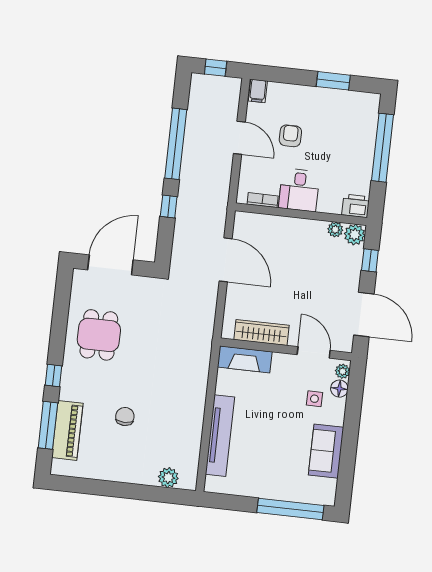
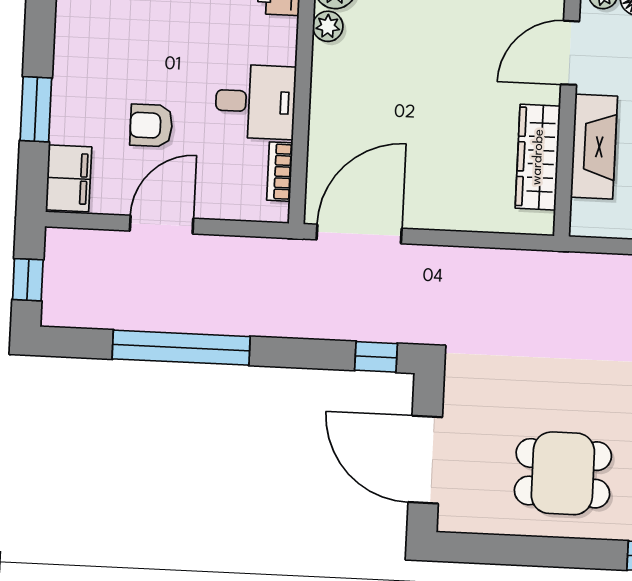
window: (333, 81) -> (36, 109), moved
filing cabinet: (258, 91) -> (69, 178), width x2.00
window: (169, 207) -> (376, 357), moved
door: (226, 260) -> (359, 234), moved
fireplace: (245, 359) -> (594, 147), moved

